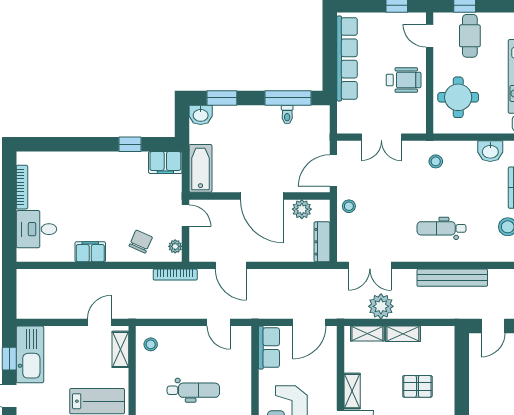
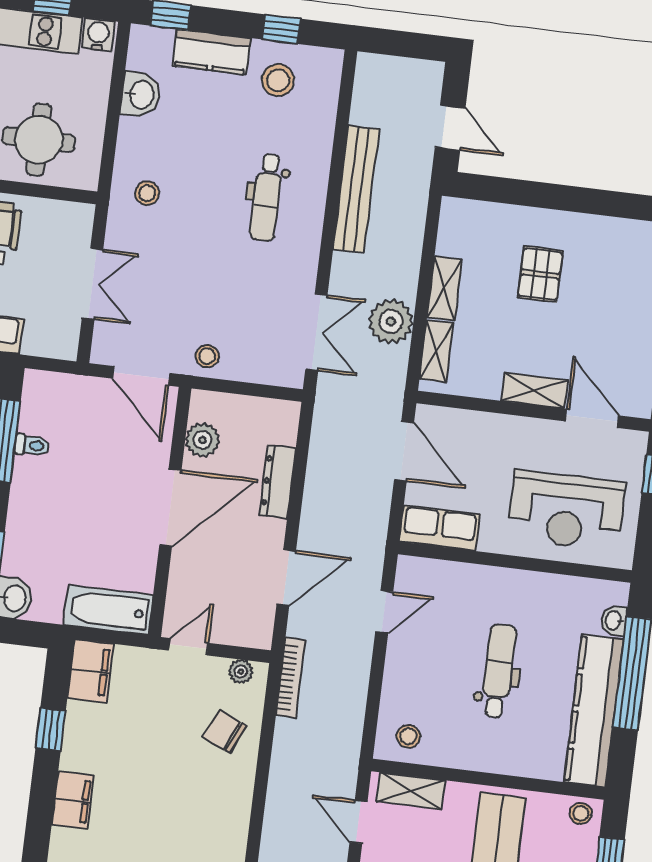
dresser: (322, 242) -> (278, 482), moved, turned 90
filing cabinet: (90, 252) -> (73, 800), moved, turned 180

